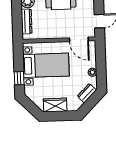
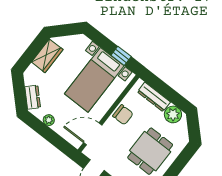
chair: (53, 31) -> (123, 115), added
window: (19, 78) -> (121, 56), moved

